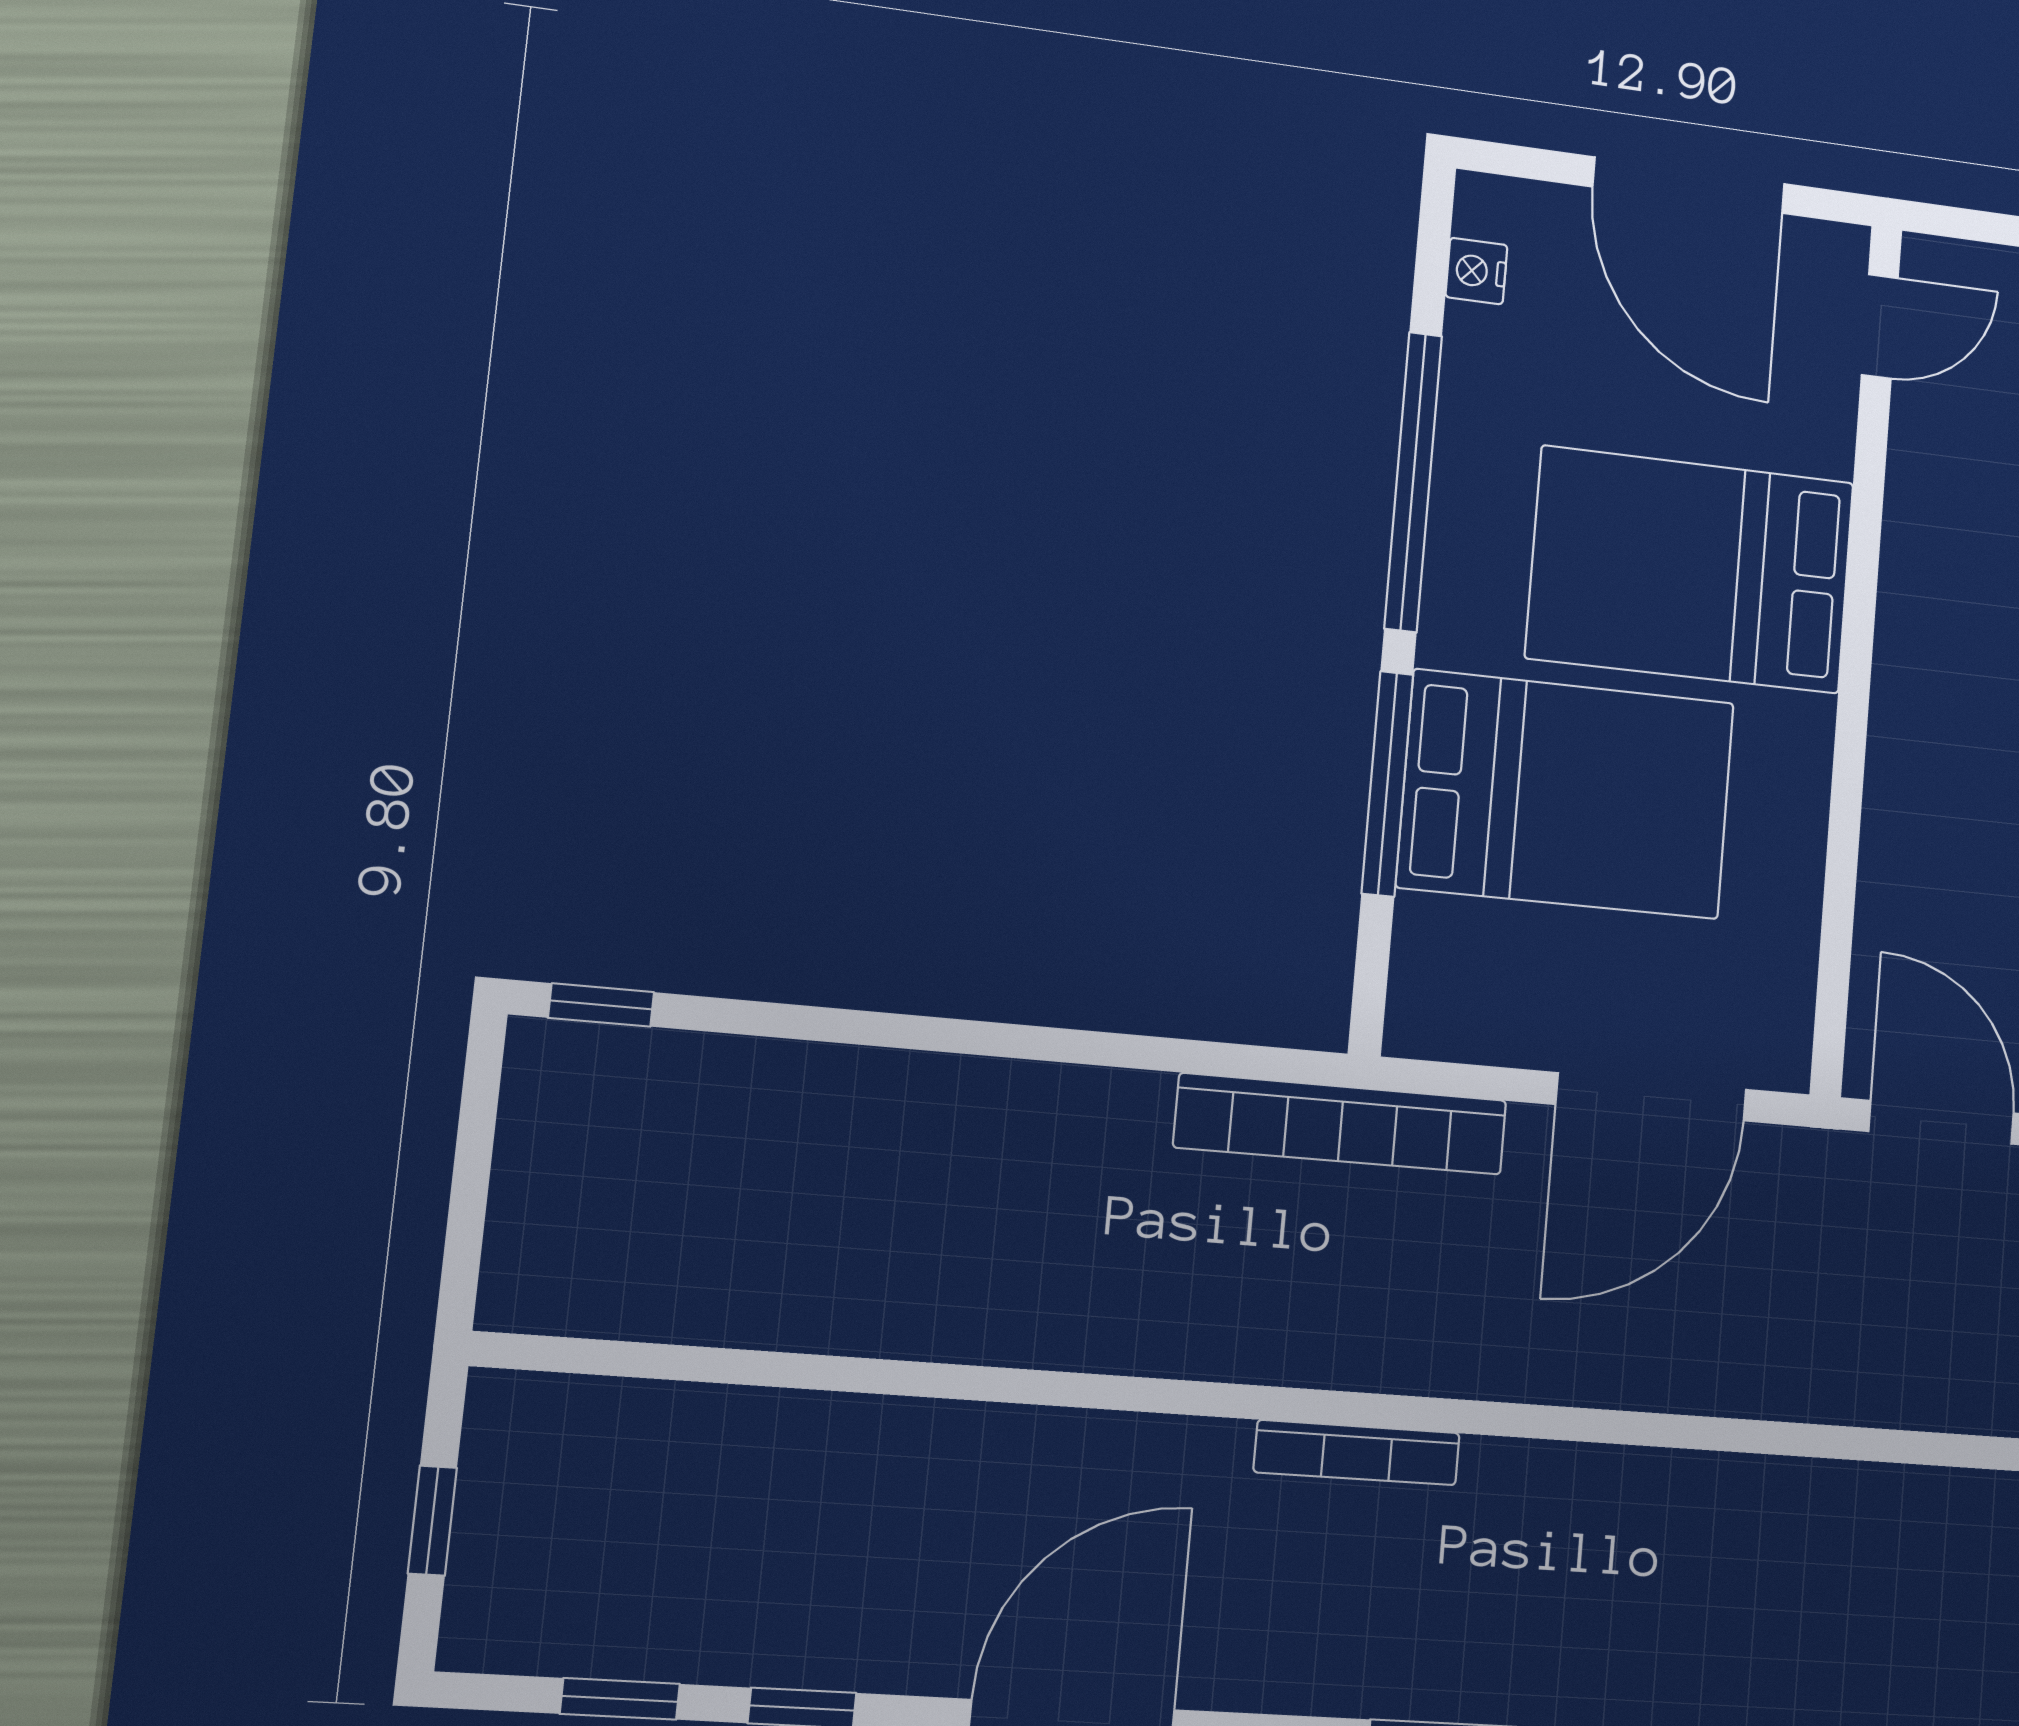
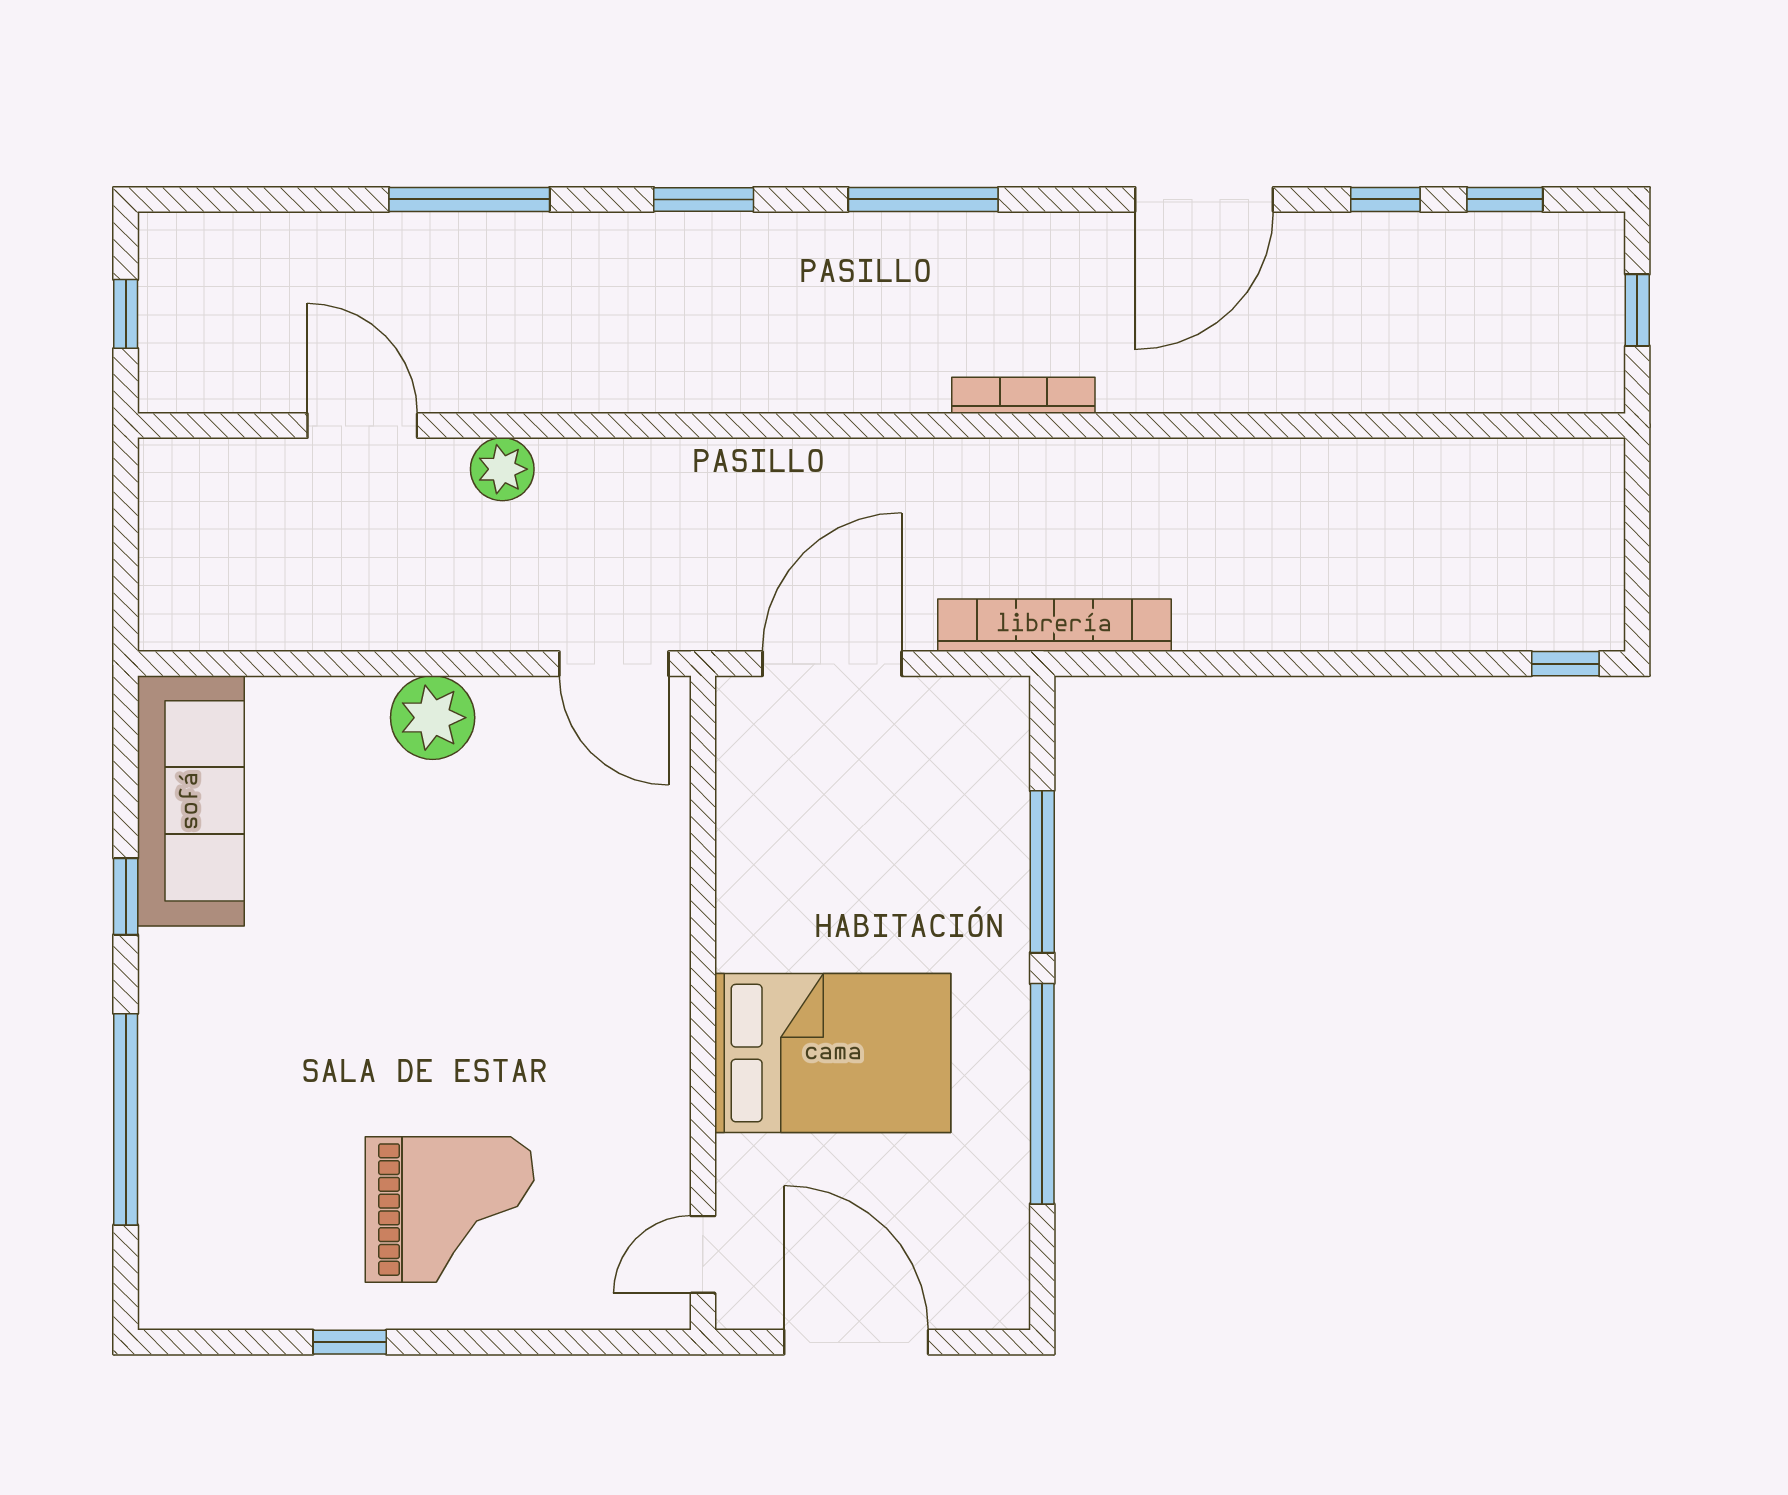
nightstand: (1476, 271) -> (1009, 1256), removed
bed: (1566, 794) -> (912, 877), removed

